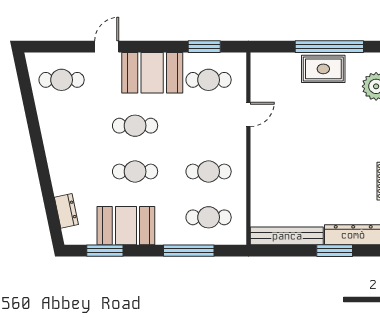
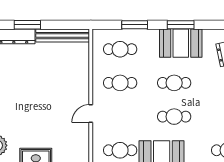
door: (248, 114) -> (91, 113), moved
window: (105, 251) -> (181, 25), moved
window: (189, 251) -> (135, 25), width x0.69

